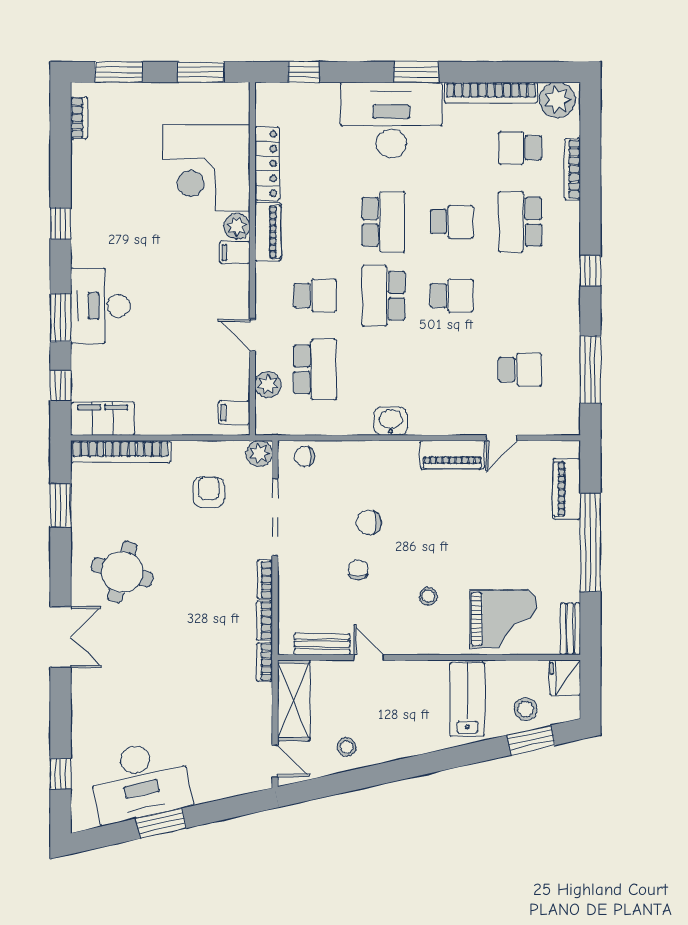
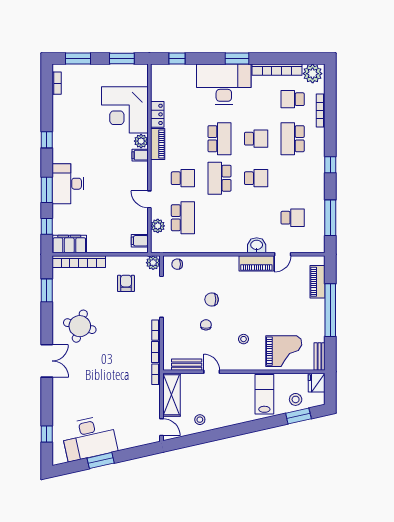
locker: (267, 164) -> (157, 114), width x0.66
washbasin: (391, 421) -> (257, 245), moved

